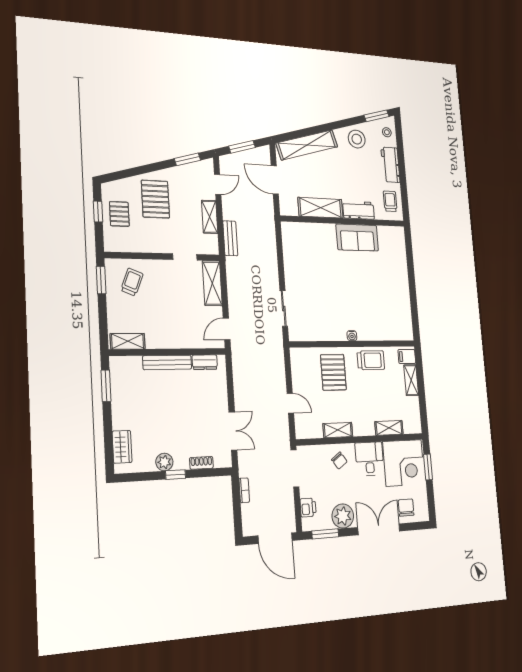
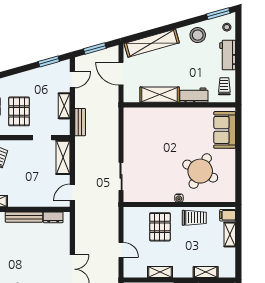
pallet: (155, 199) -> (19, 111), moved
sofa: (357, 237) -> (225, 130), moved, turned 90
round table: (373, 302) -> (200, 171), added

